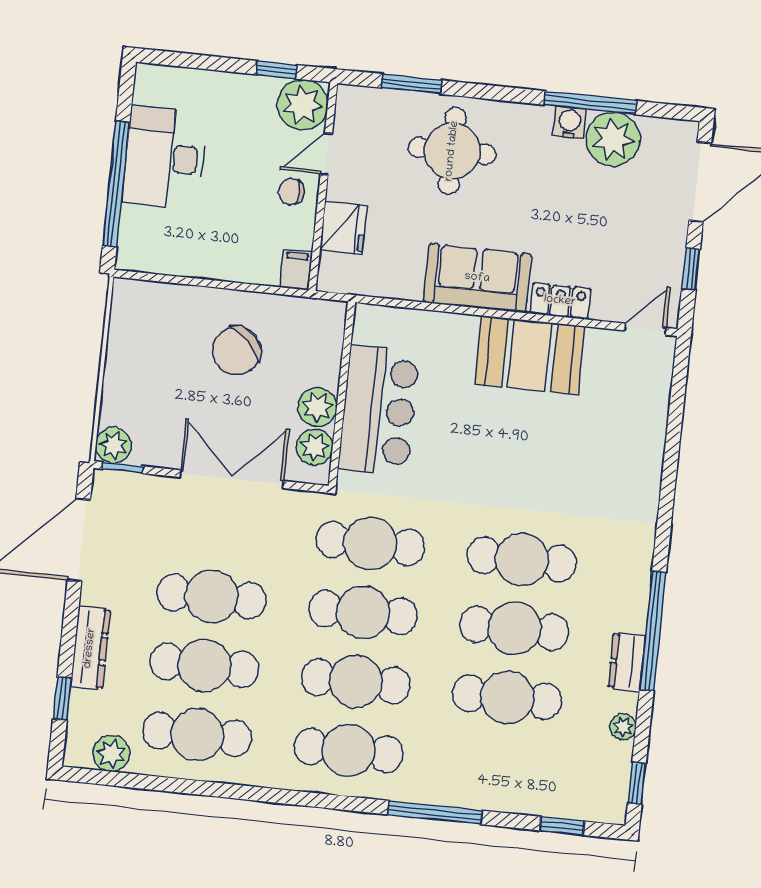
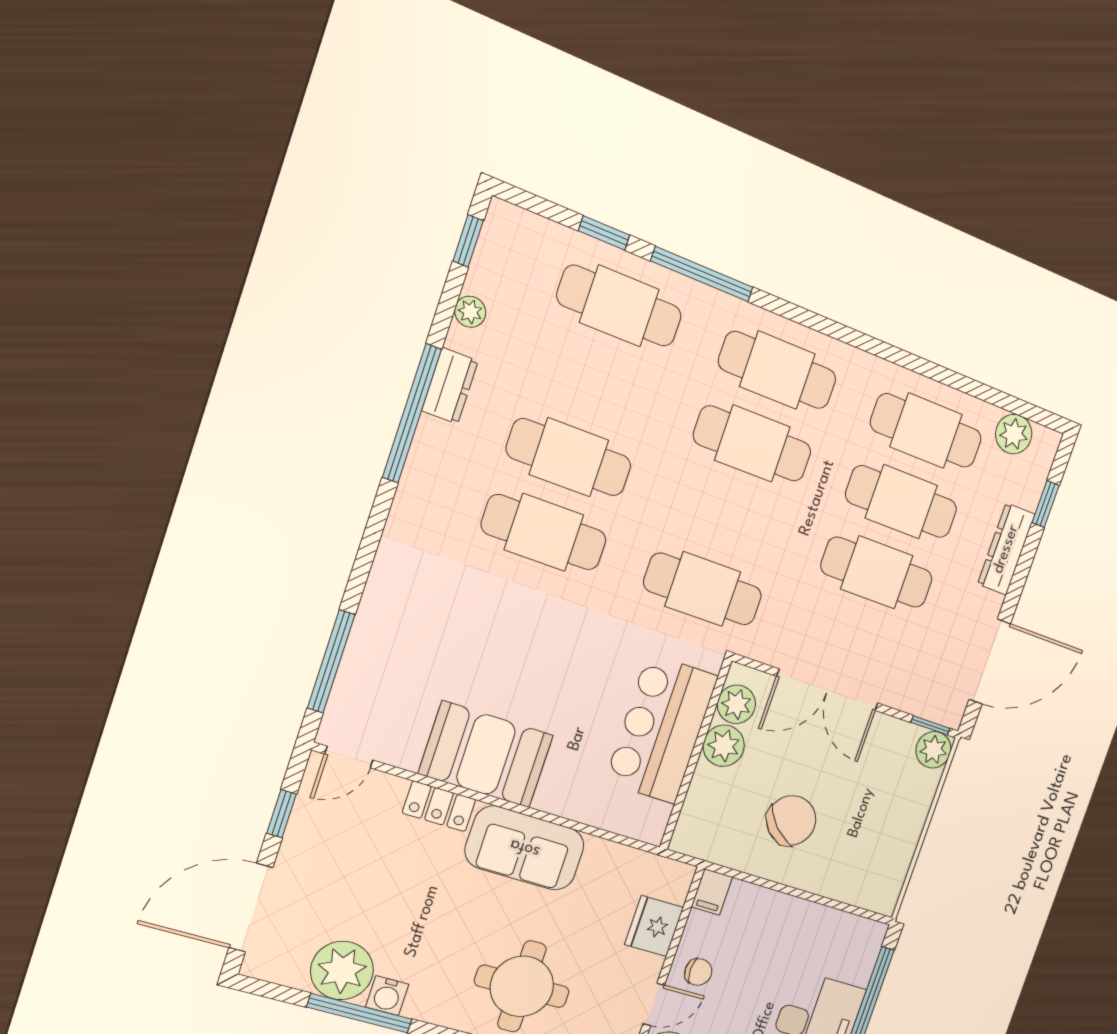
window: (676, 408) -> (331, 661), added
cafe table: (363, 612) -> (728, 517), removed
cafe table: (507, 697) -> (619, 306), moved
window: (562, 826) -> (604, 233), moved

